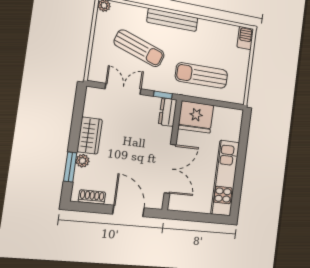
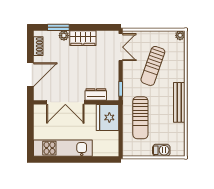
bench: (172, 20) -> (179, 102), moved
barbecue: (245, 38) -> (161, 150), moved
sun lounger: (202, 75) -> (140, 118), turned 180
double door: (123, 89) -> (121, 47), moved
dresser: (168, 112) -> (96, 94), moved

